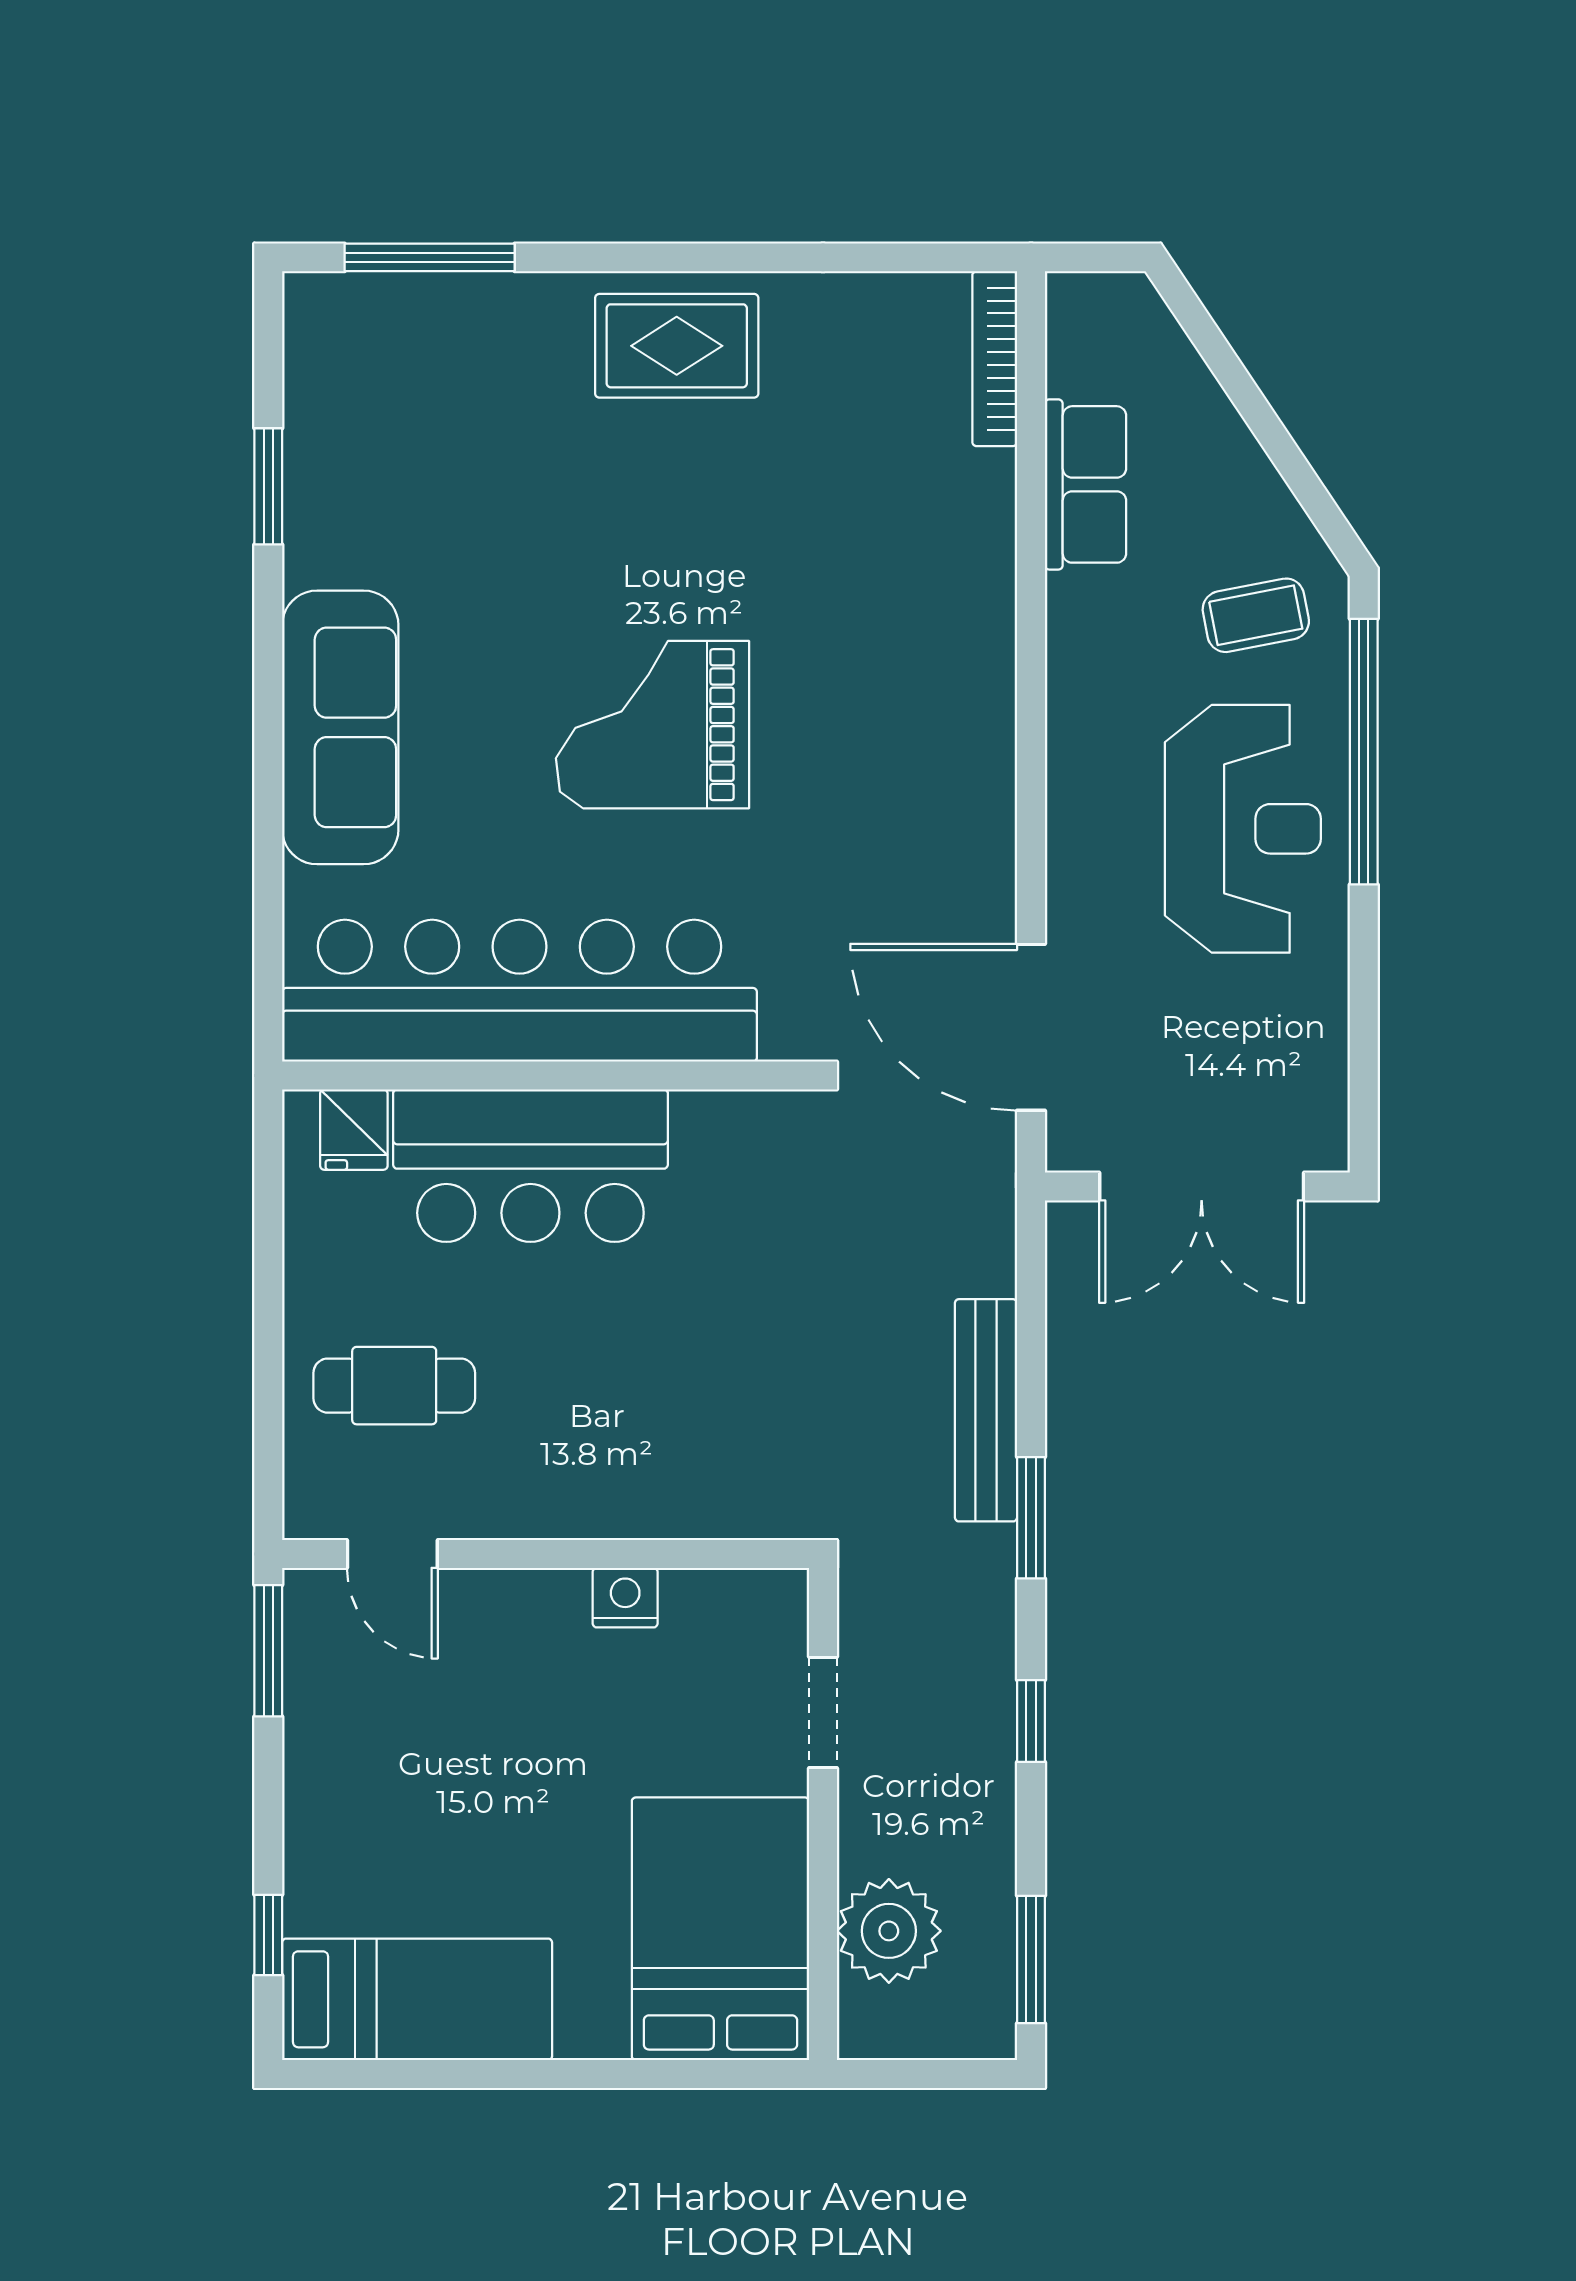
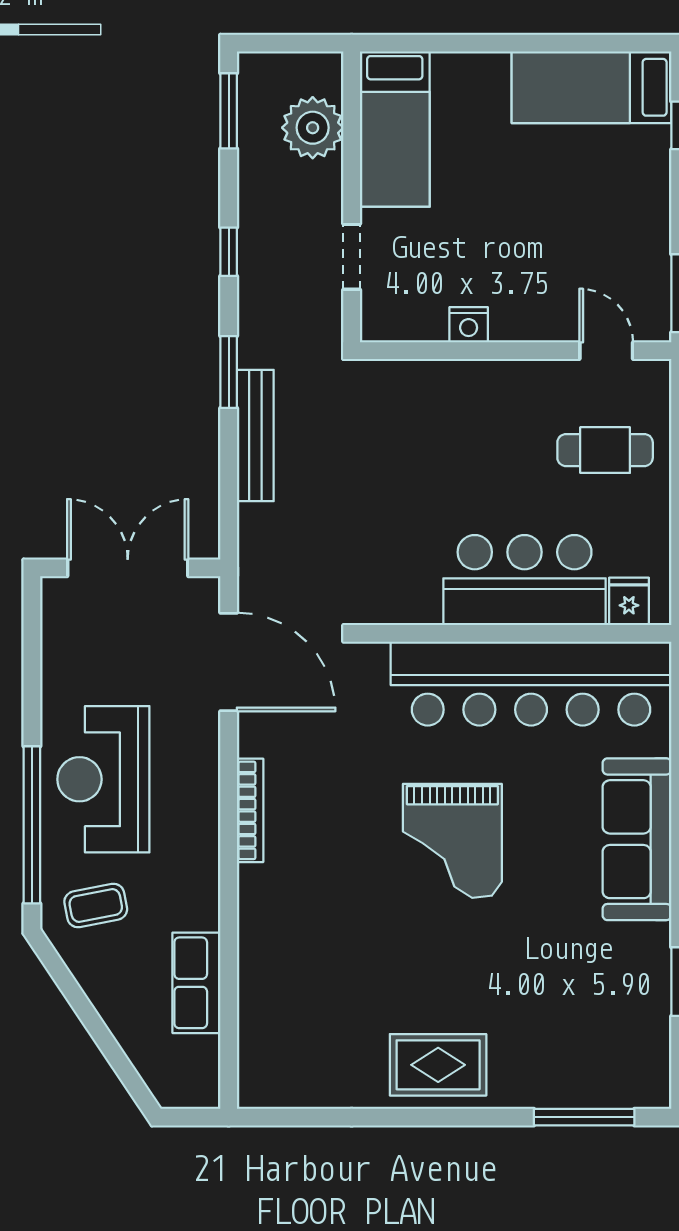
bookcase: (995, 359) -> (250, 810), moved
grand piano: (653, 725) -> (452, 841), turned 90
bed: (720, 1929) -> (395, 129), width x0.67

